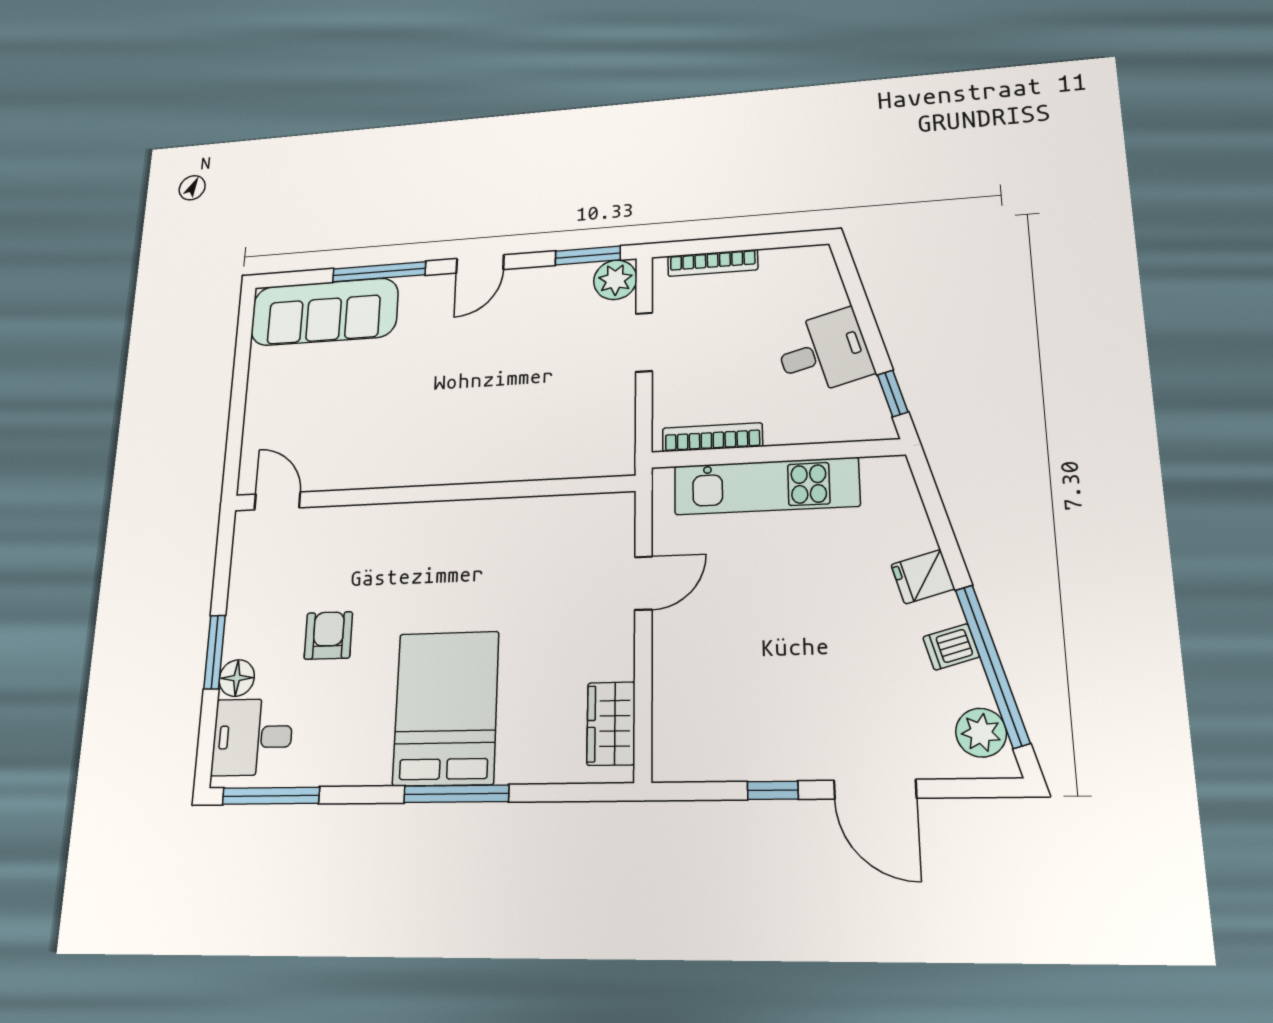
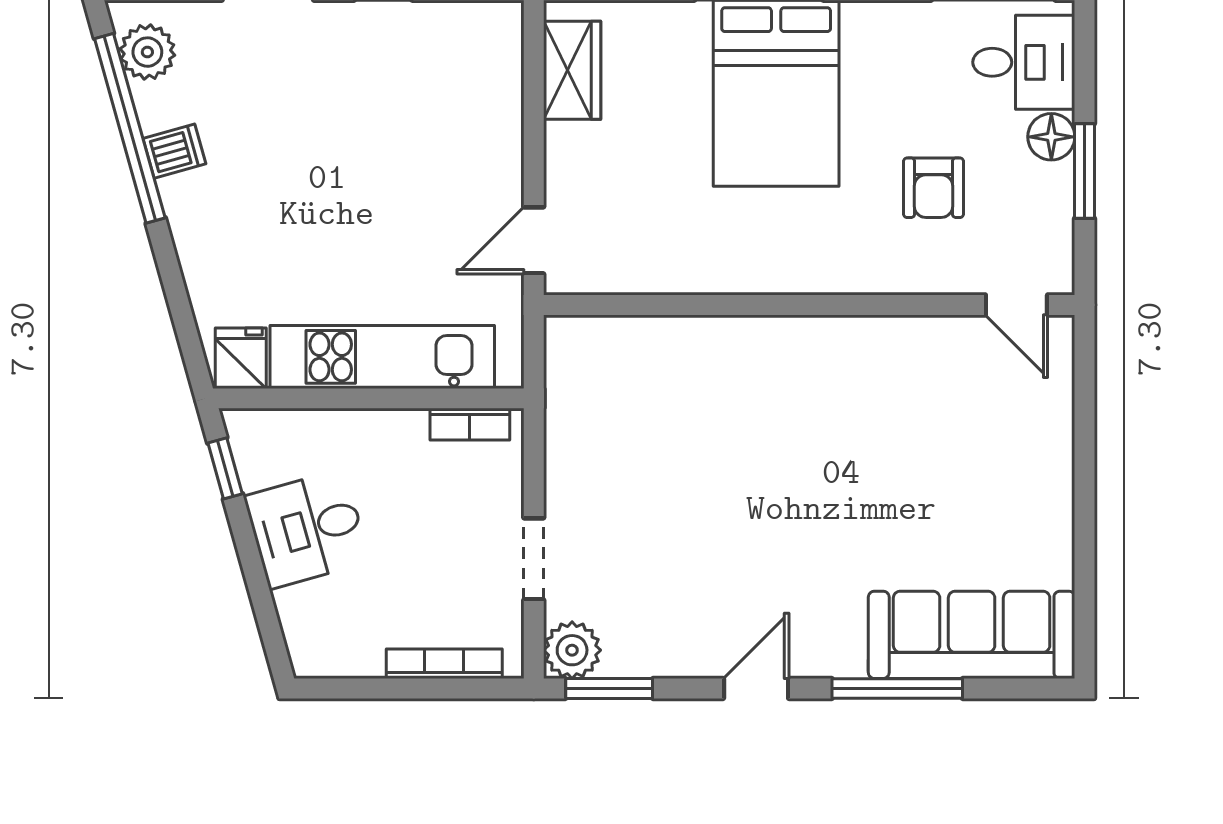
bookcase: (712, 437) -> (470, 424), width x0.64
wall: (431, 493) -> (809, 305), moved
door: (277, 501) -> (1016, 305), moved
fridge: (923, 577) -> (241, 358), moved, turned -74

